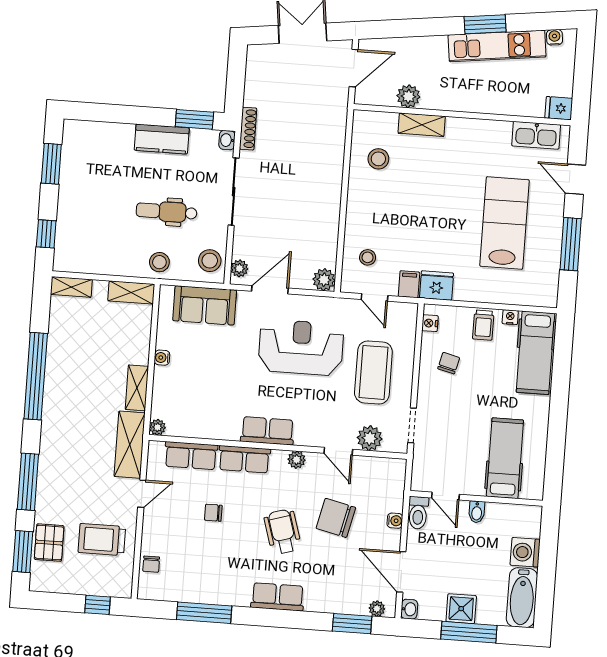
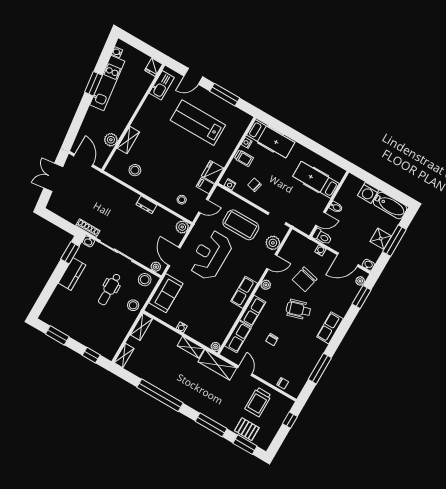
dresser: (332, 205) -> (146, 205), added

